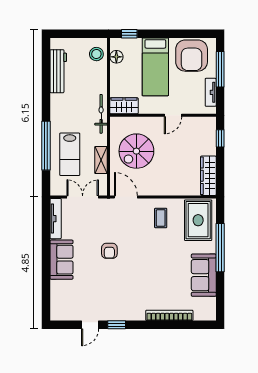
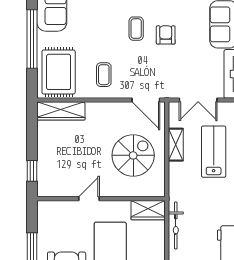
tv unit: (211, 92) -> (43, 226), removed
bicycle: (101, 114) -> (176, 225), moved
wardrobe: (208, 176) -> (61, 111), moved, turned 90
coffee table: (134, 256) -> (136, 29), added

